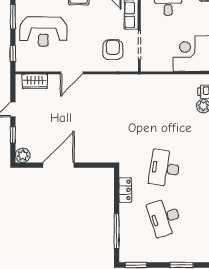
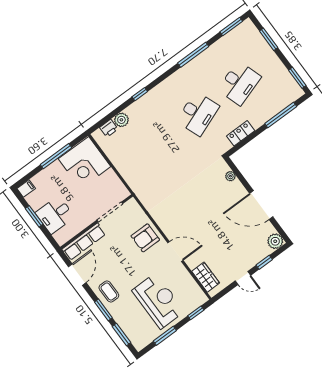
armchair: (113, 50) -> (145, 238), moved
plant: (98, 158) -> (230, 176), added
desk: (165, 168) -> (198, 114), turned -30

